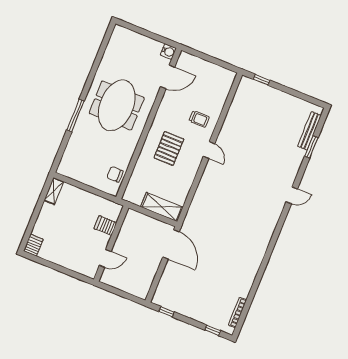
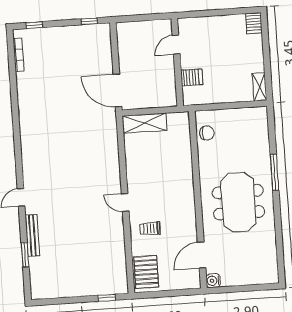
bench: (309, 131) -> (32, 235), moved
pallet: (169, 148) -> (146, 272), moved

